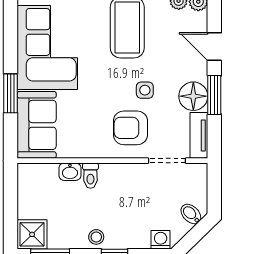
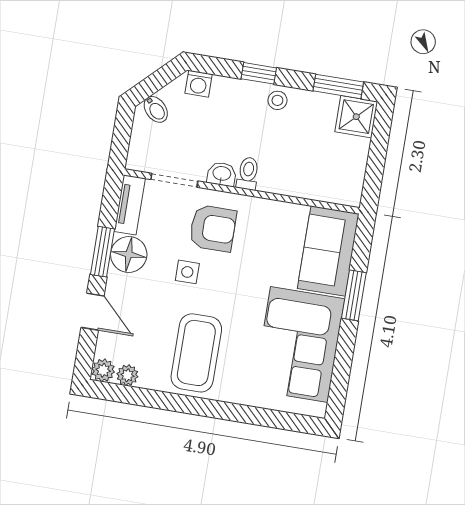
washbasin: (70, 172) -> (222, 174), moved
toilet: (90, 176) -> (248, 173), moved

